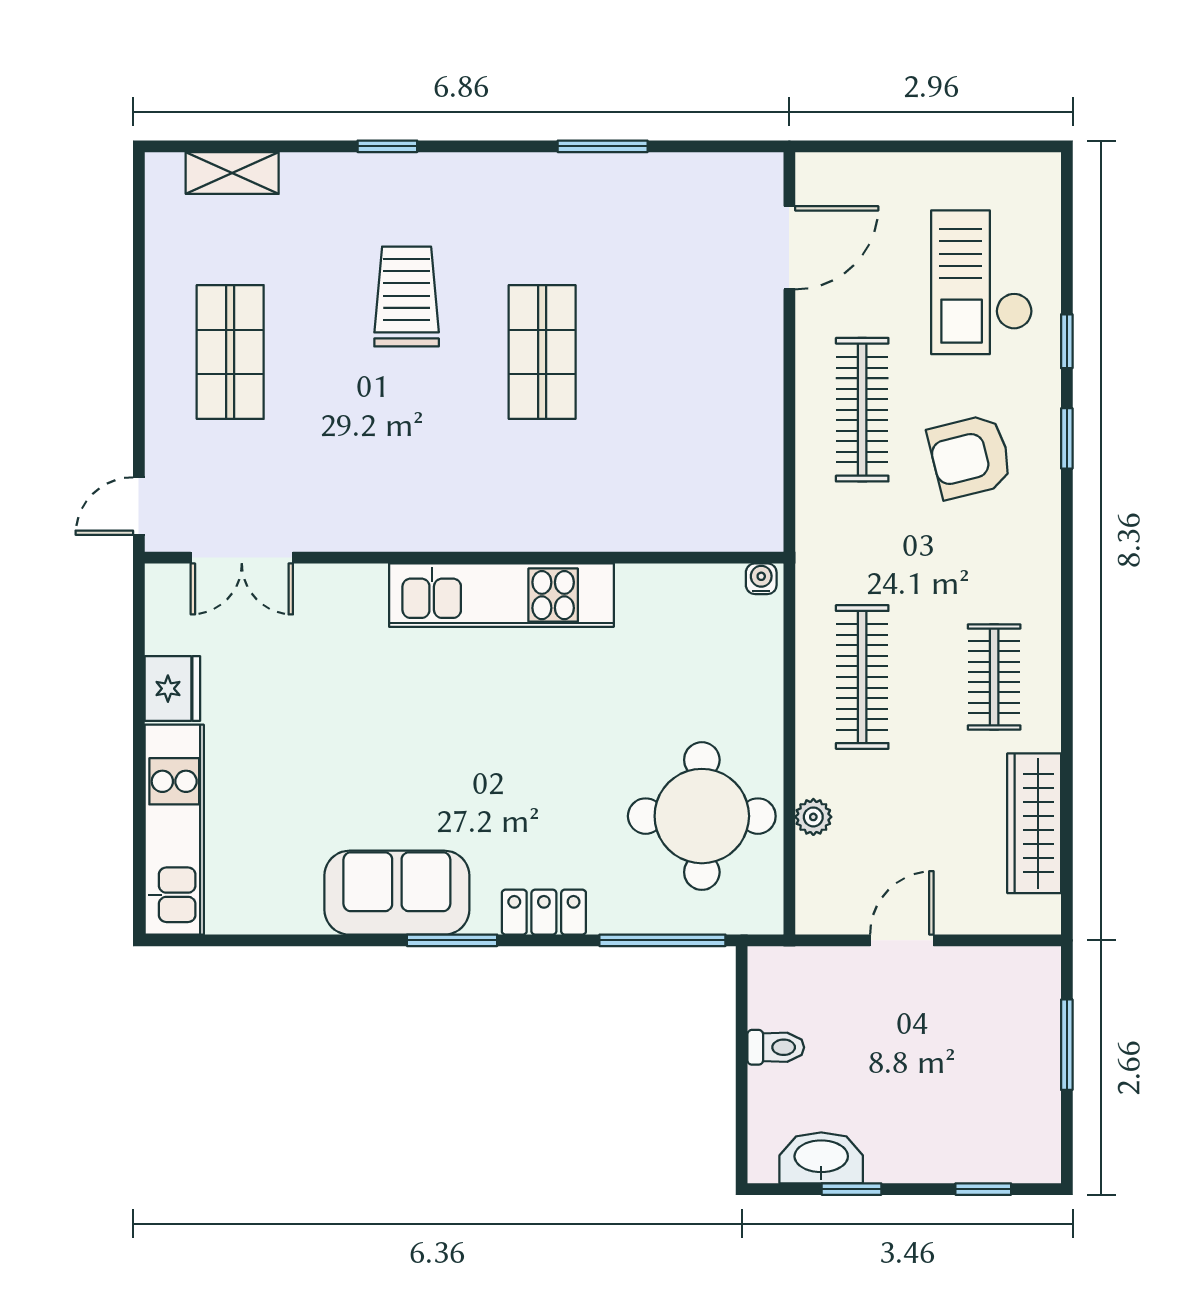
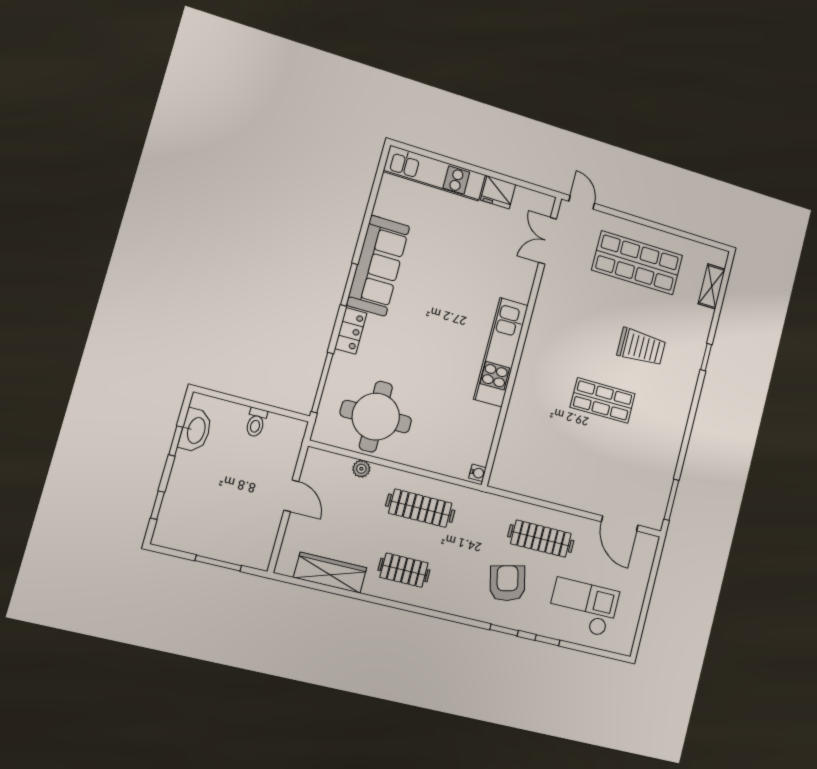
window: (603, 146) -> (671, 500), moved
shop shelf: (230, 352) -> (637, 263), width x1.43, depth x1.36
sofa: (397, 893) -> (378, 266), width x1.36

